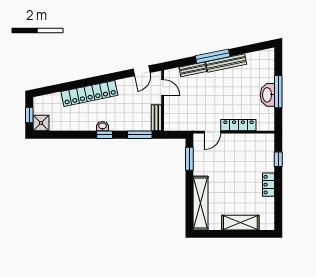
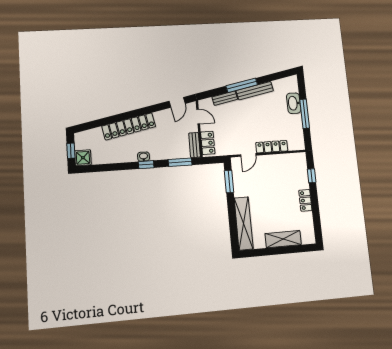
washbasin: (267, 95) -> (294, 103), moved
locker: (170, 116) -> (208, 143), added

